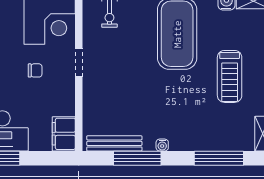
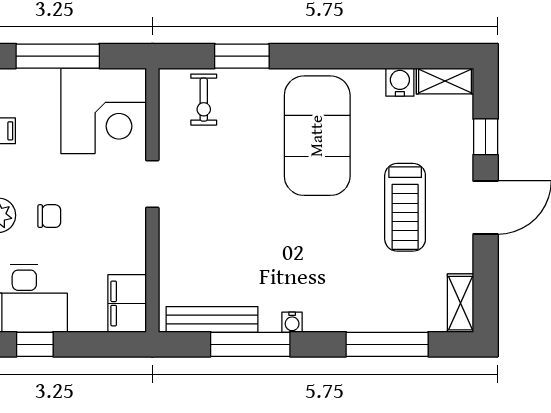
chair: (35, 70) -> (49, 216), moved

